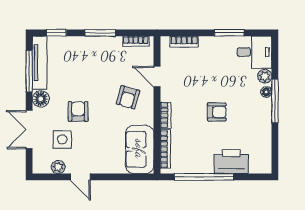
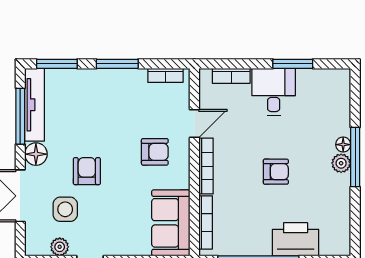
window: (56, 33) -> (57, 64), width x1.50
desk: (254, 52) -> (274, 92), moved, turned -90
plant: (265, 76) -> (341, 163), moved
door: (157, 77) -> (194, 124), swing flipped
armchair: (128, 97) -> (155, 152), turned -106
bookcase: (166, 115) -> (206, 166), width x1.56

